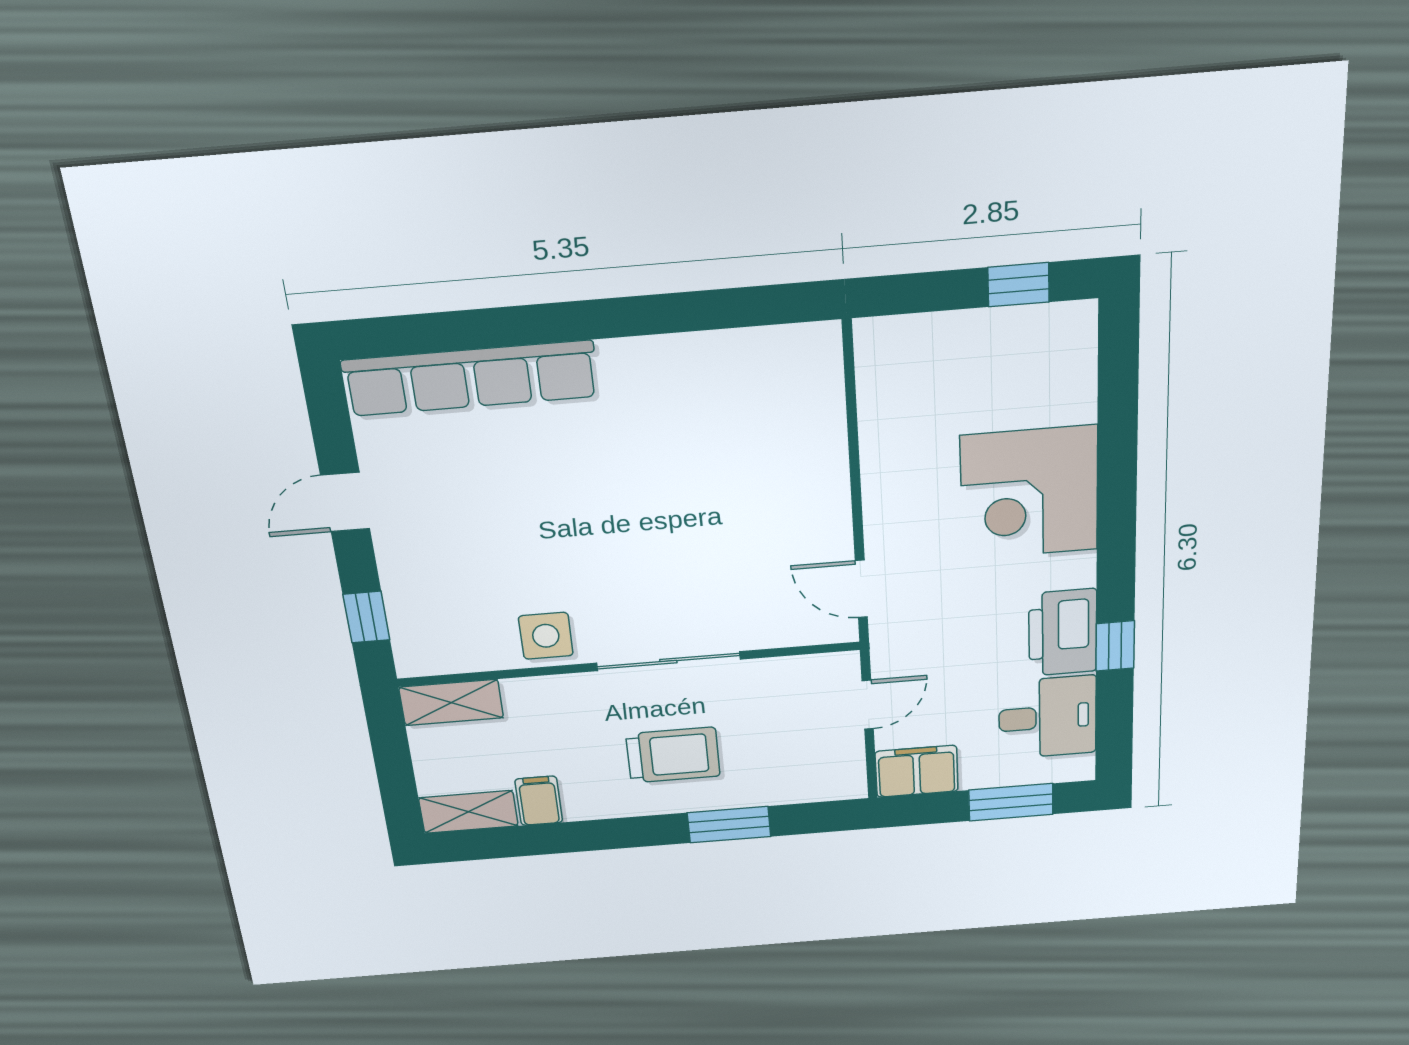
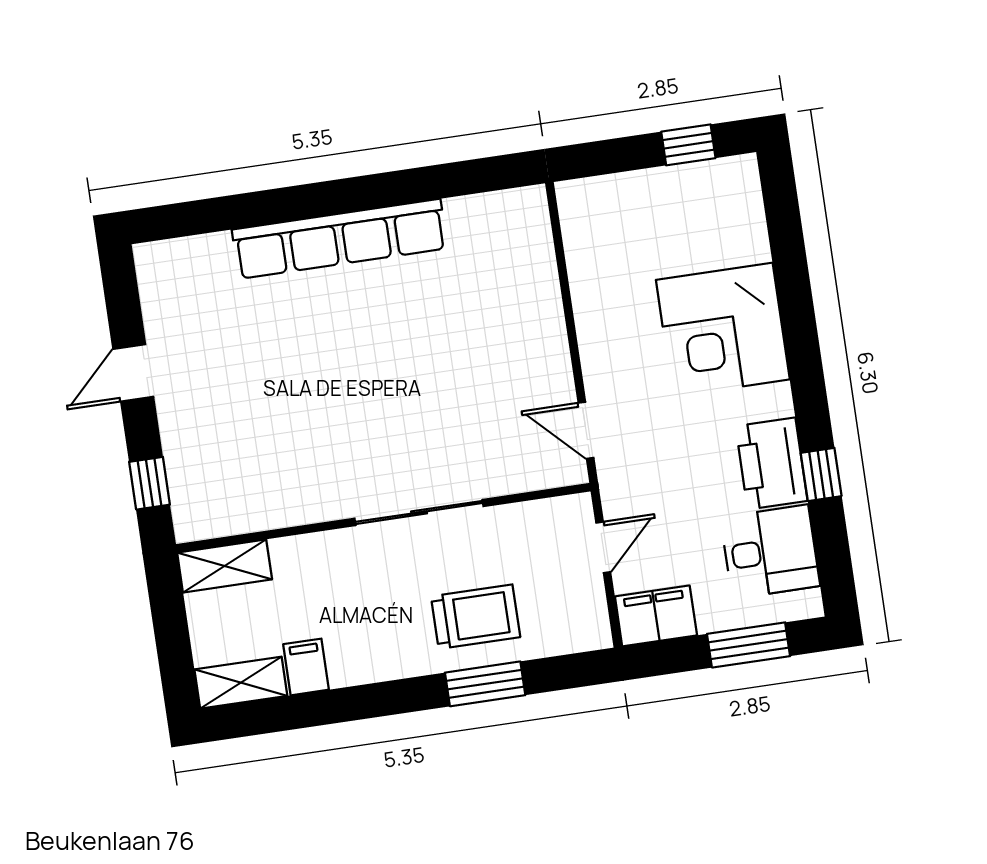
row of seats: (470, 378) -> (340, 239), moved
side table: (546, 636) -> (308, 493), removed
trolley: (673, 755) -> (476, 617), moved

